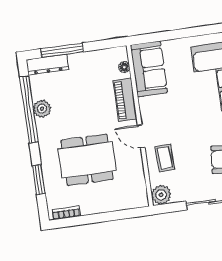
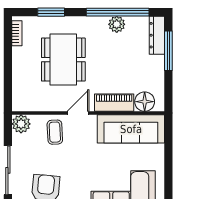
floor lamp: (124, 67) -> (145, 102), width x1.89, depth x1.89
sofa: (149, 69) -> (131, 129), width x1.36
coffee table: (165, 158) -> (55, 132), turned 90

